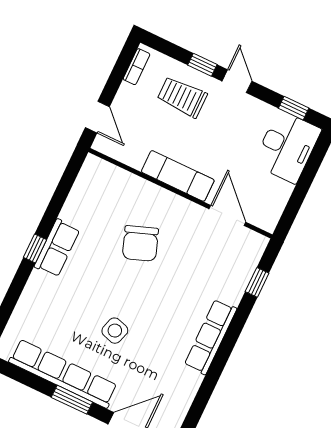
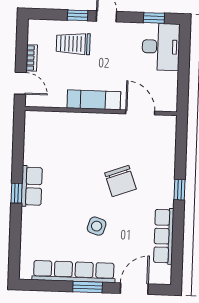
bookcase: (137, 67) -> (32, 58), moved
chair: (140, 243) -> (120, 181), moved
window: (257, 282) -> (179, 190), moved
row of seats: (211, 337) -> (164, 236), moved

